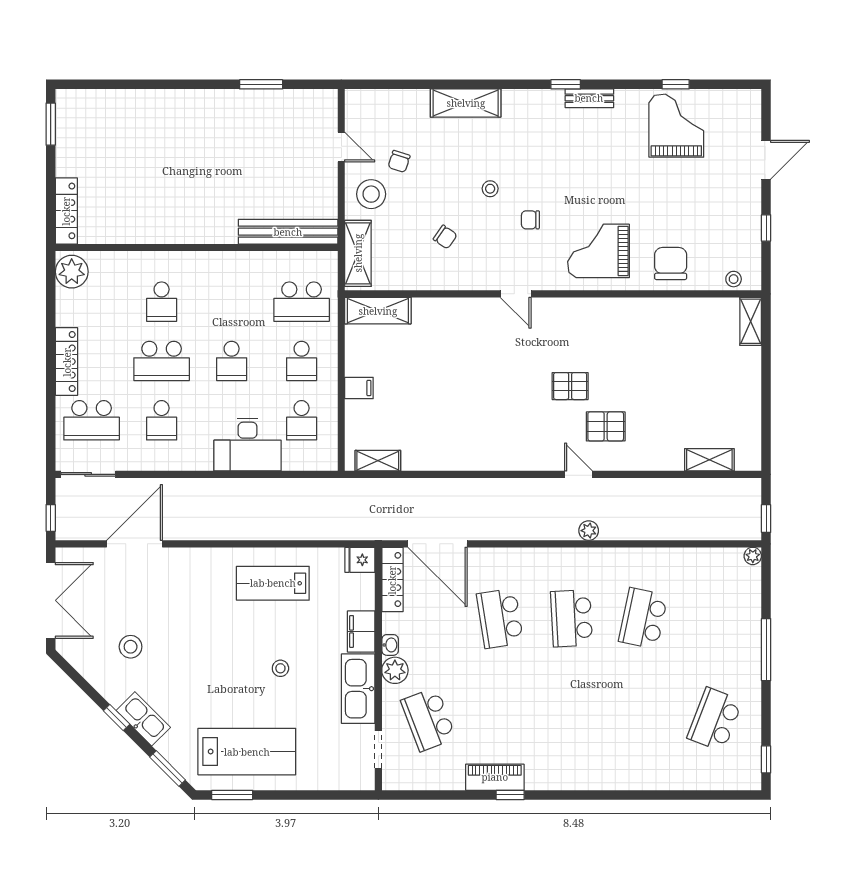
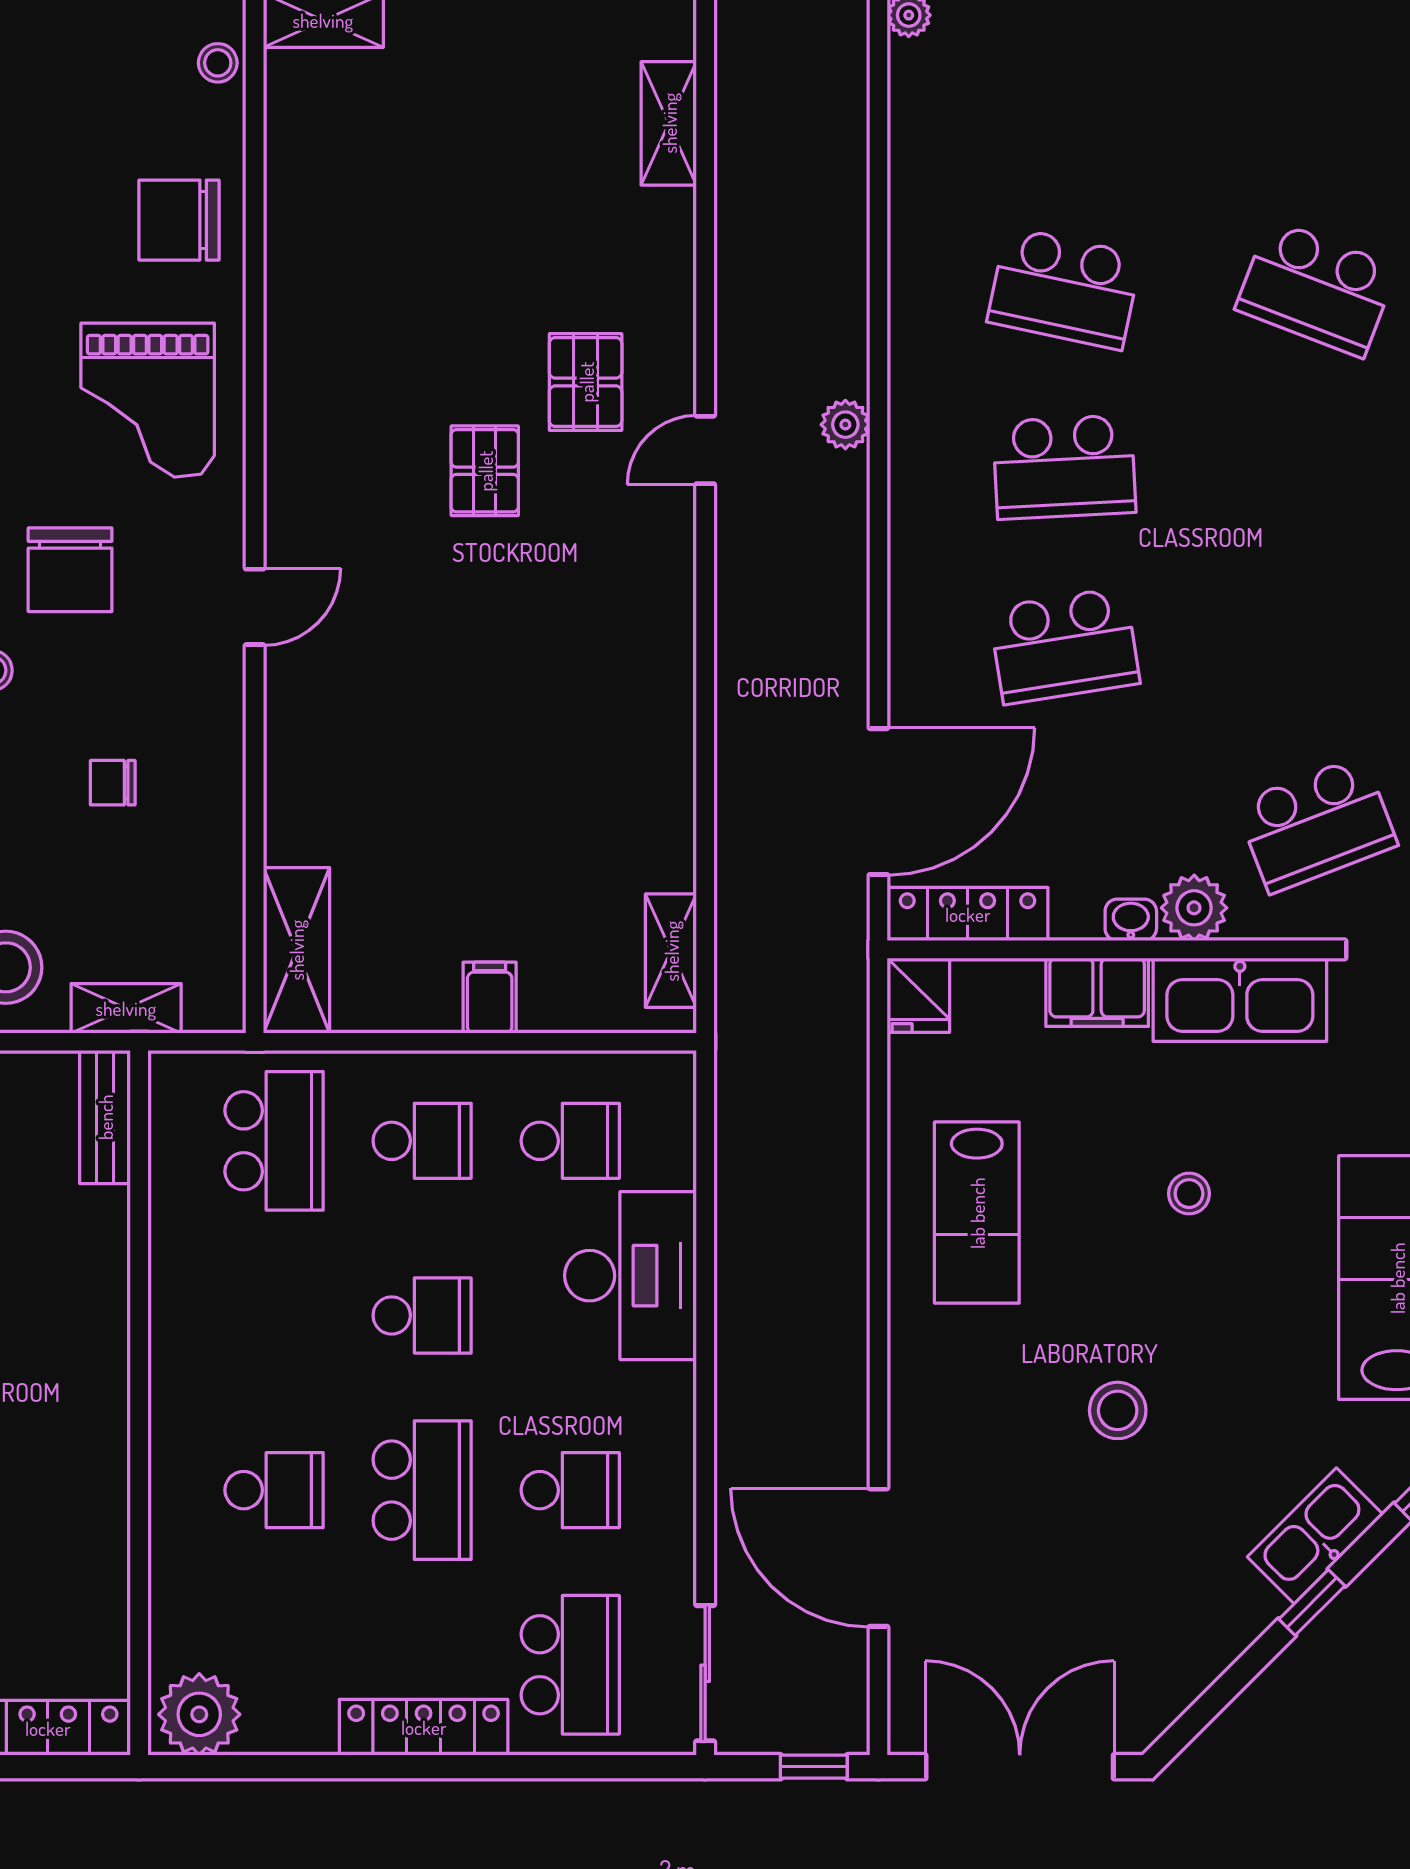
chair: (530, 220) -> (70, 570), width x1.87, depth x1.87
bench: (288, 232) -> (105, 1117), width x0.54, depth x0.82
chair: (445, 237) -> (113, 783), turned -125
shelving: (358, 253) -> (126, 1008), width x0.67, depth x0.75
stool: (131, 647) -> (1118, 1410), moved
school desk: (715, 719) -> (1316, 288), moved

